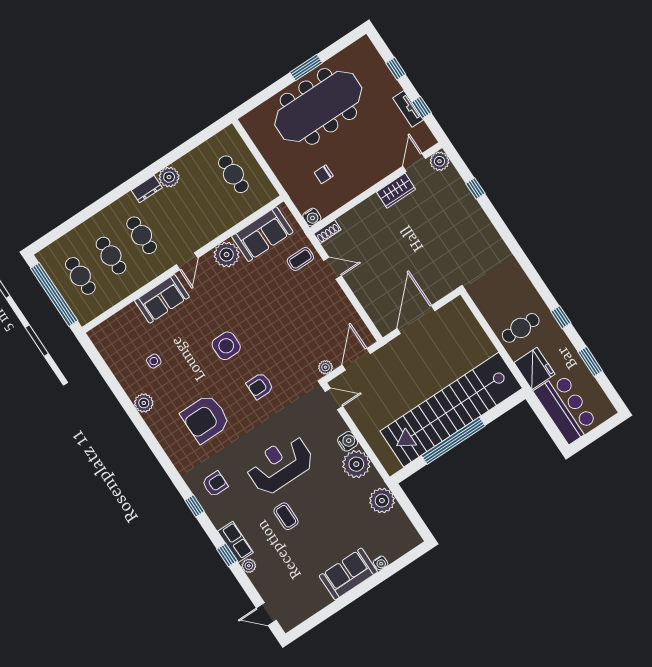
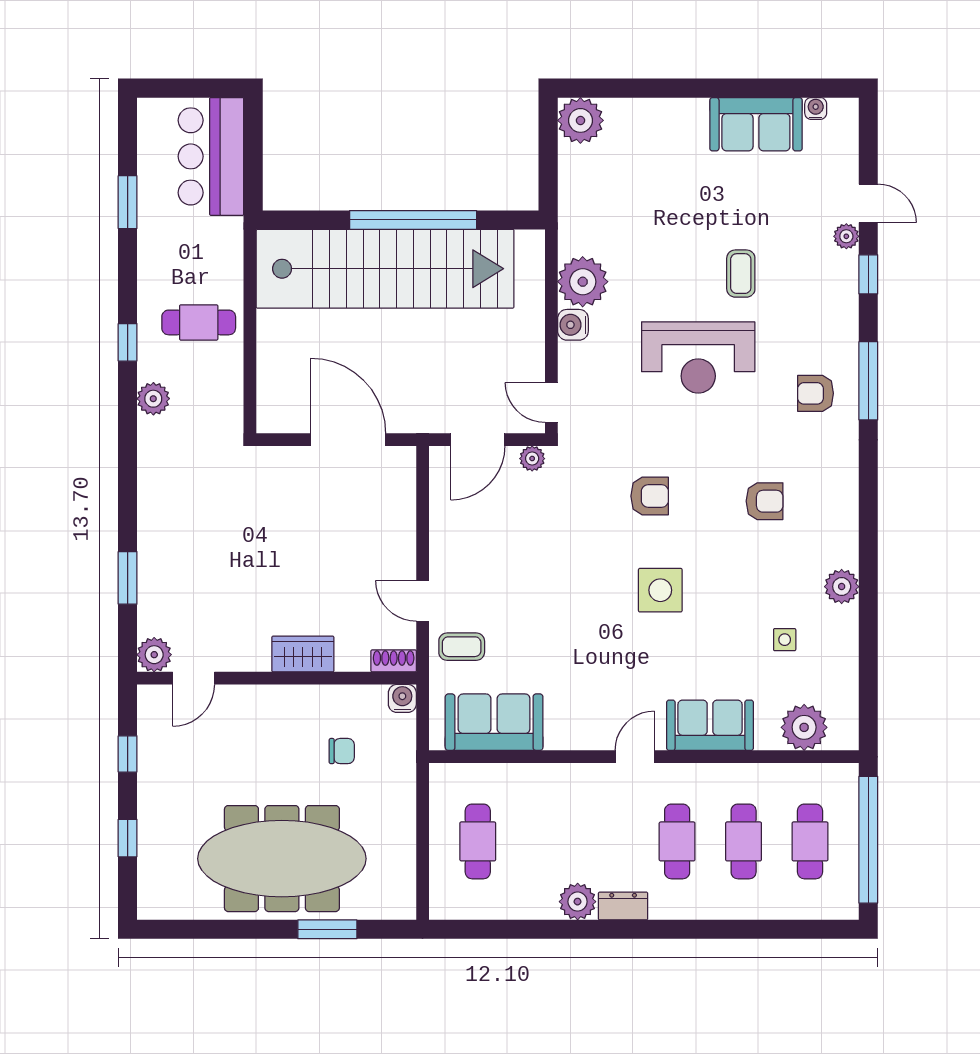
window: (306, 68) -> (327, 929), moved
tv unit: (408, 109) -> (149, 765), removed
window: (475, 188) -> (128, 578), width x1.50
wardrobe: (396, 191) -> (303, 654), moved
plant: (227, 255) -> (804, 727), moved
plant: (518, 279) -> (153, 399), added
window: (561, 317) -> (128, 342), moved
door: (416, 320) -> (348, 440), swing flipped
fridge: (534, 368) -> (219, 248), removed
armchair: (205, 419) -> (765, 501), width x0.53, depth x0.53
plant: (382, 501) -> (580, 120), moved
window: (194, 506) -> (868, 381), width x2.17
row of seats: (235, 542) -> (843, 286), removed
water cooler: (381, 563) -> (816, 108), moved
sofa: (348, 574) -> (756, 124), moved
door: (266, 614) -> (868, 203), moved

